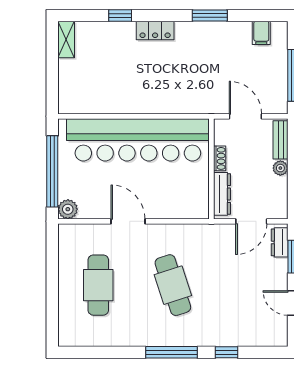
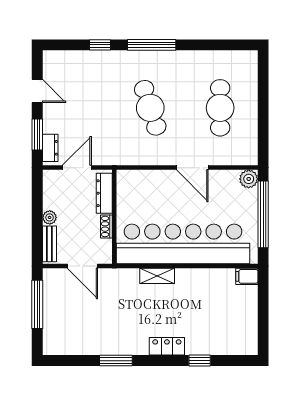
filing cabinet: (261, 33) -> (247, 276), moved, turned -90
shelving: (66, 39) -> (157, 276), moved, turned 90

